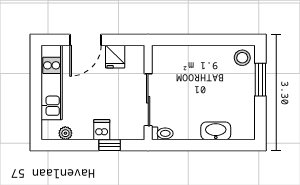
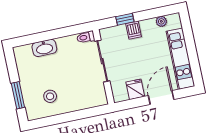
stool: (242, 58) -> (50, 96), moved

